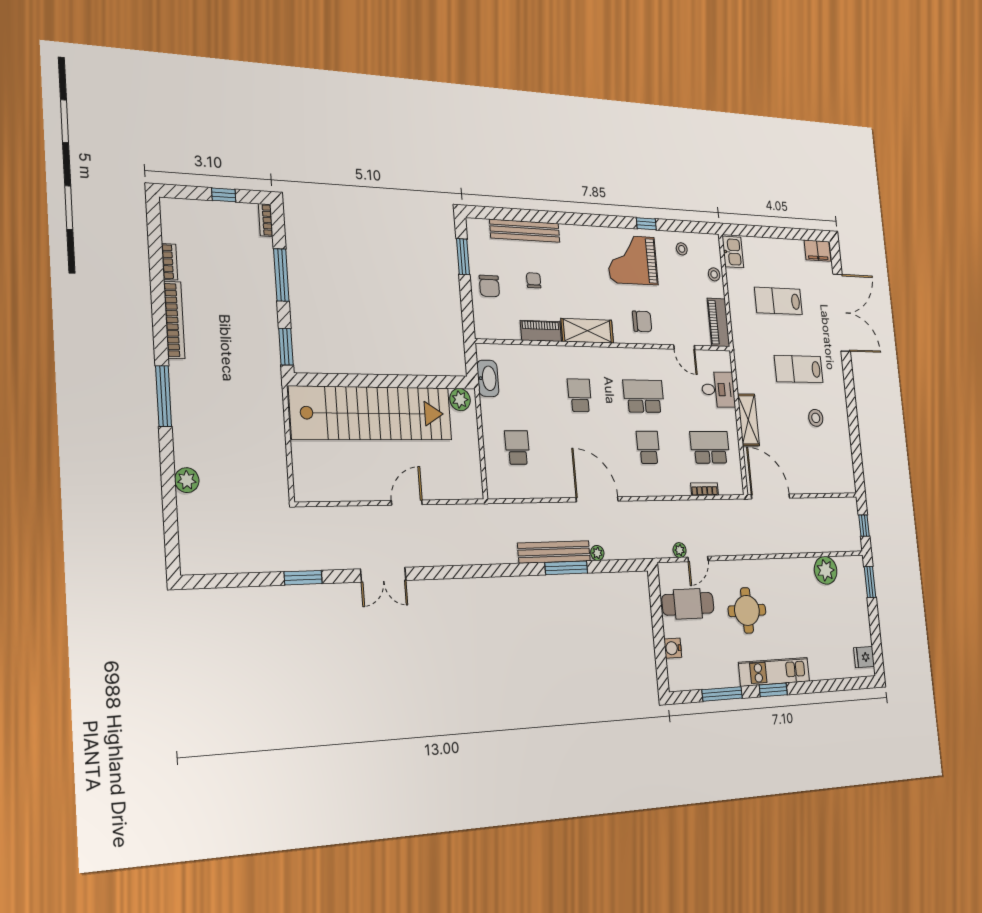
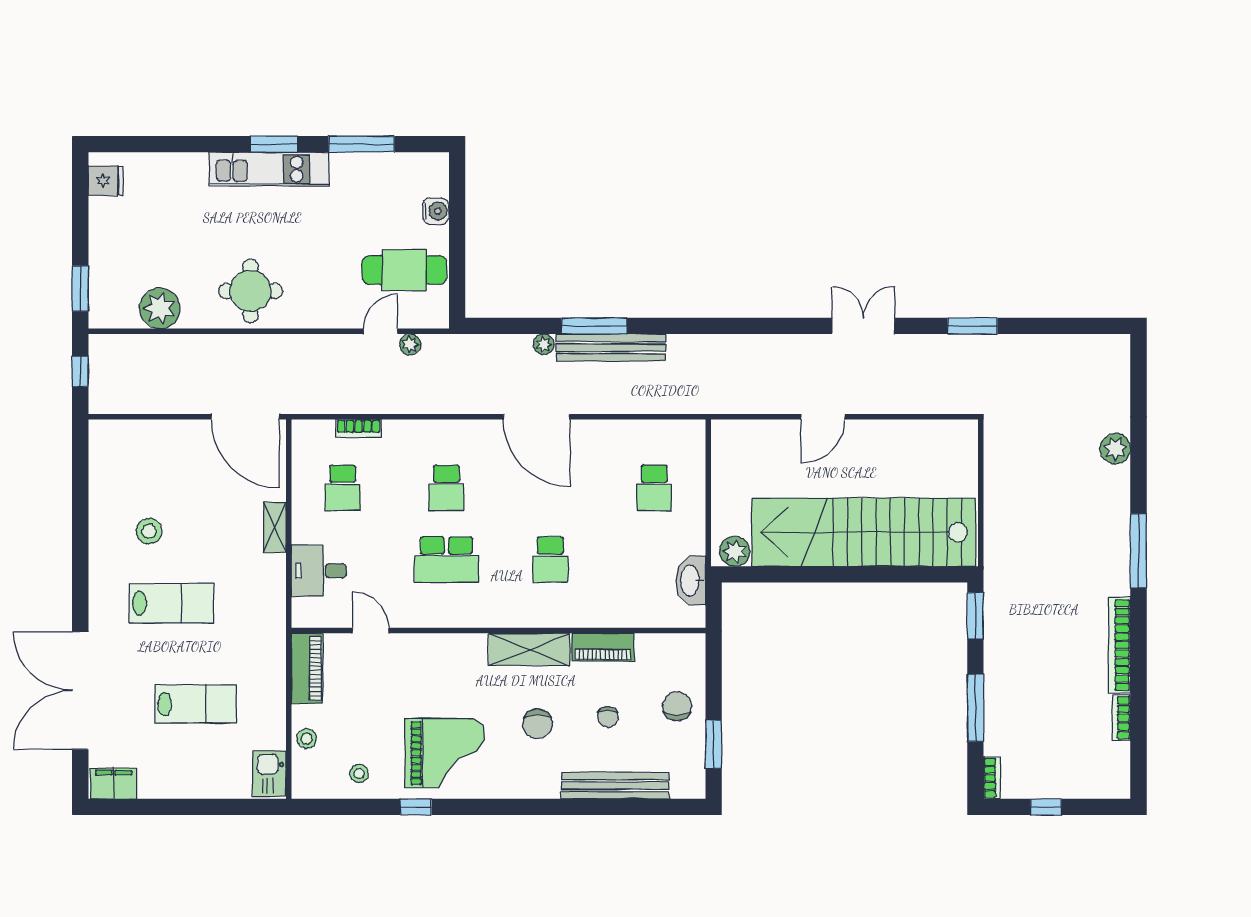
chair: (642, 321) -> (538, 724), moved, turned -90
shelving: (748, 420) -> (275, 527), width x0.67, depth x0.75
school desk: (710, 447) -> (343, 488), width x0.54
round table: (747, 610) -> (250, 291), moved

